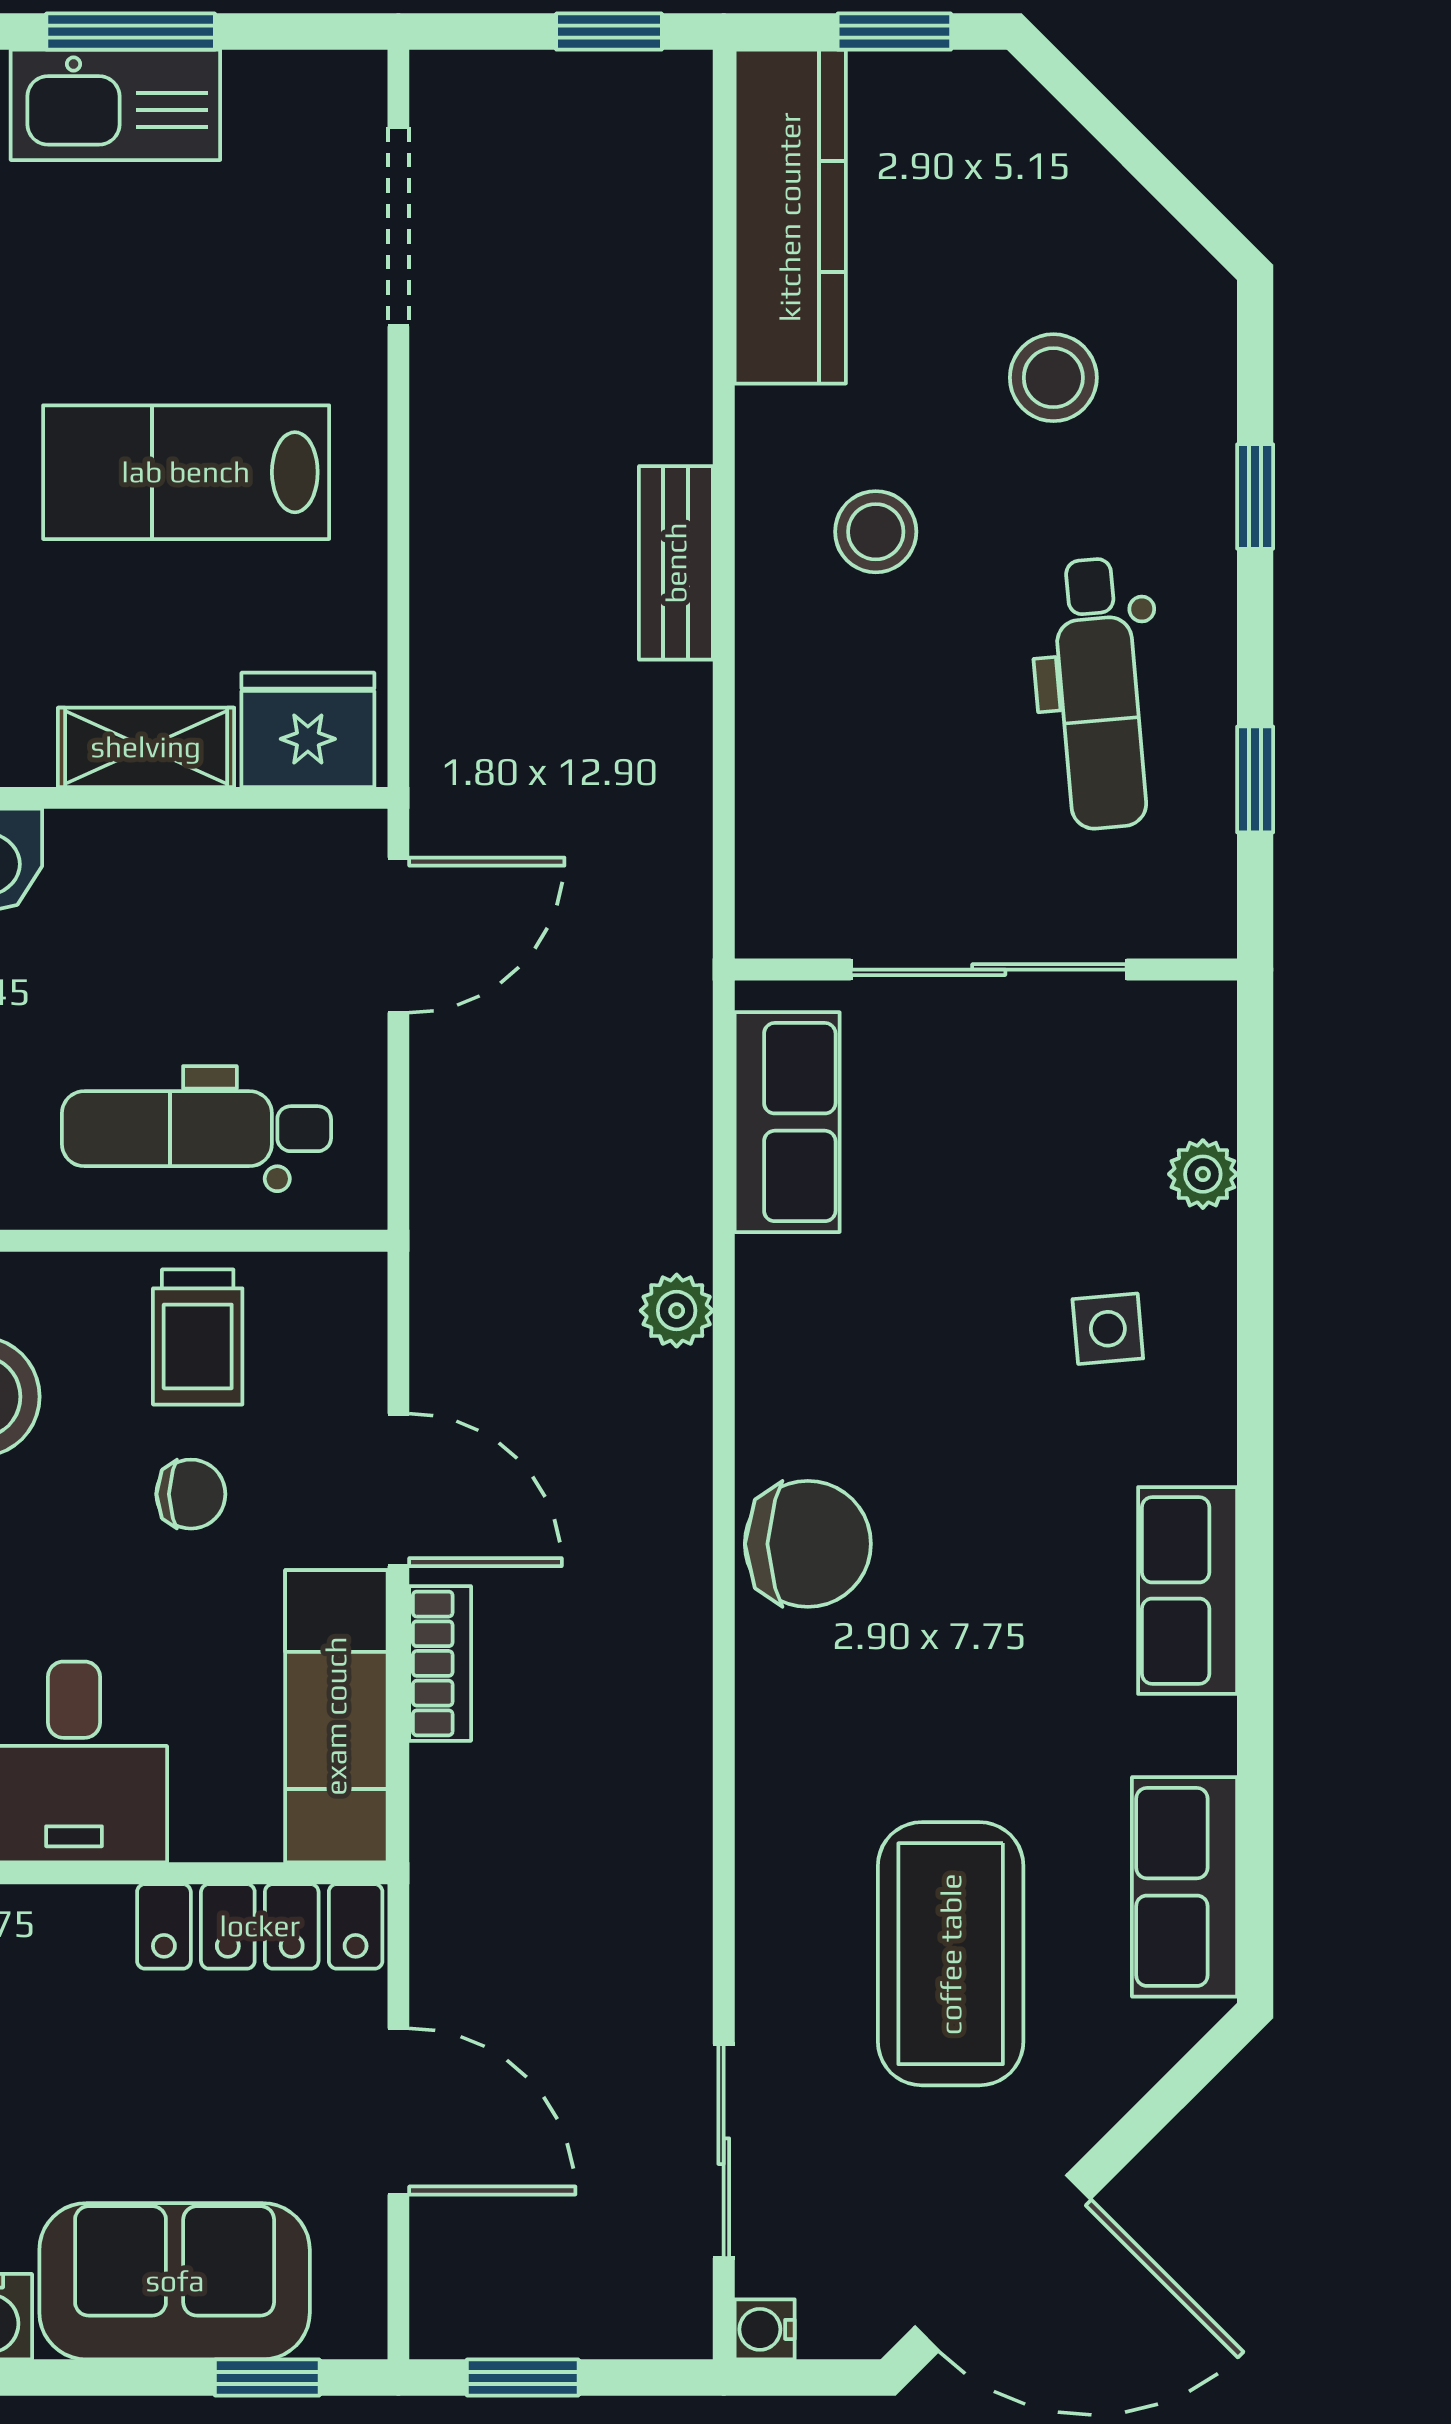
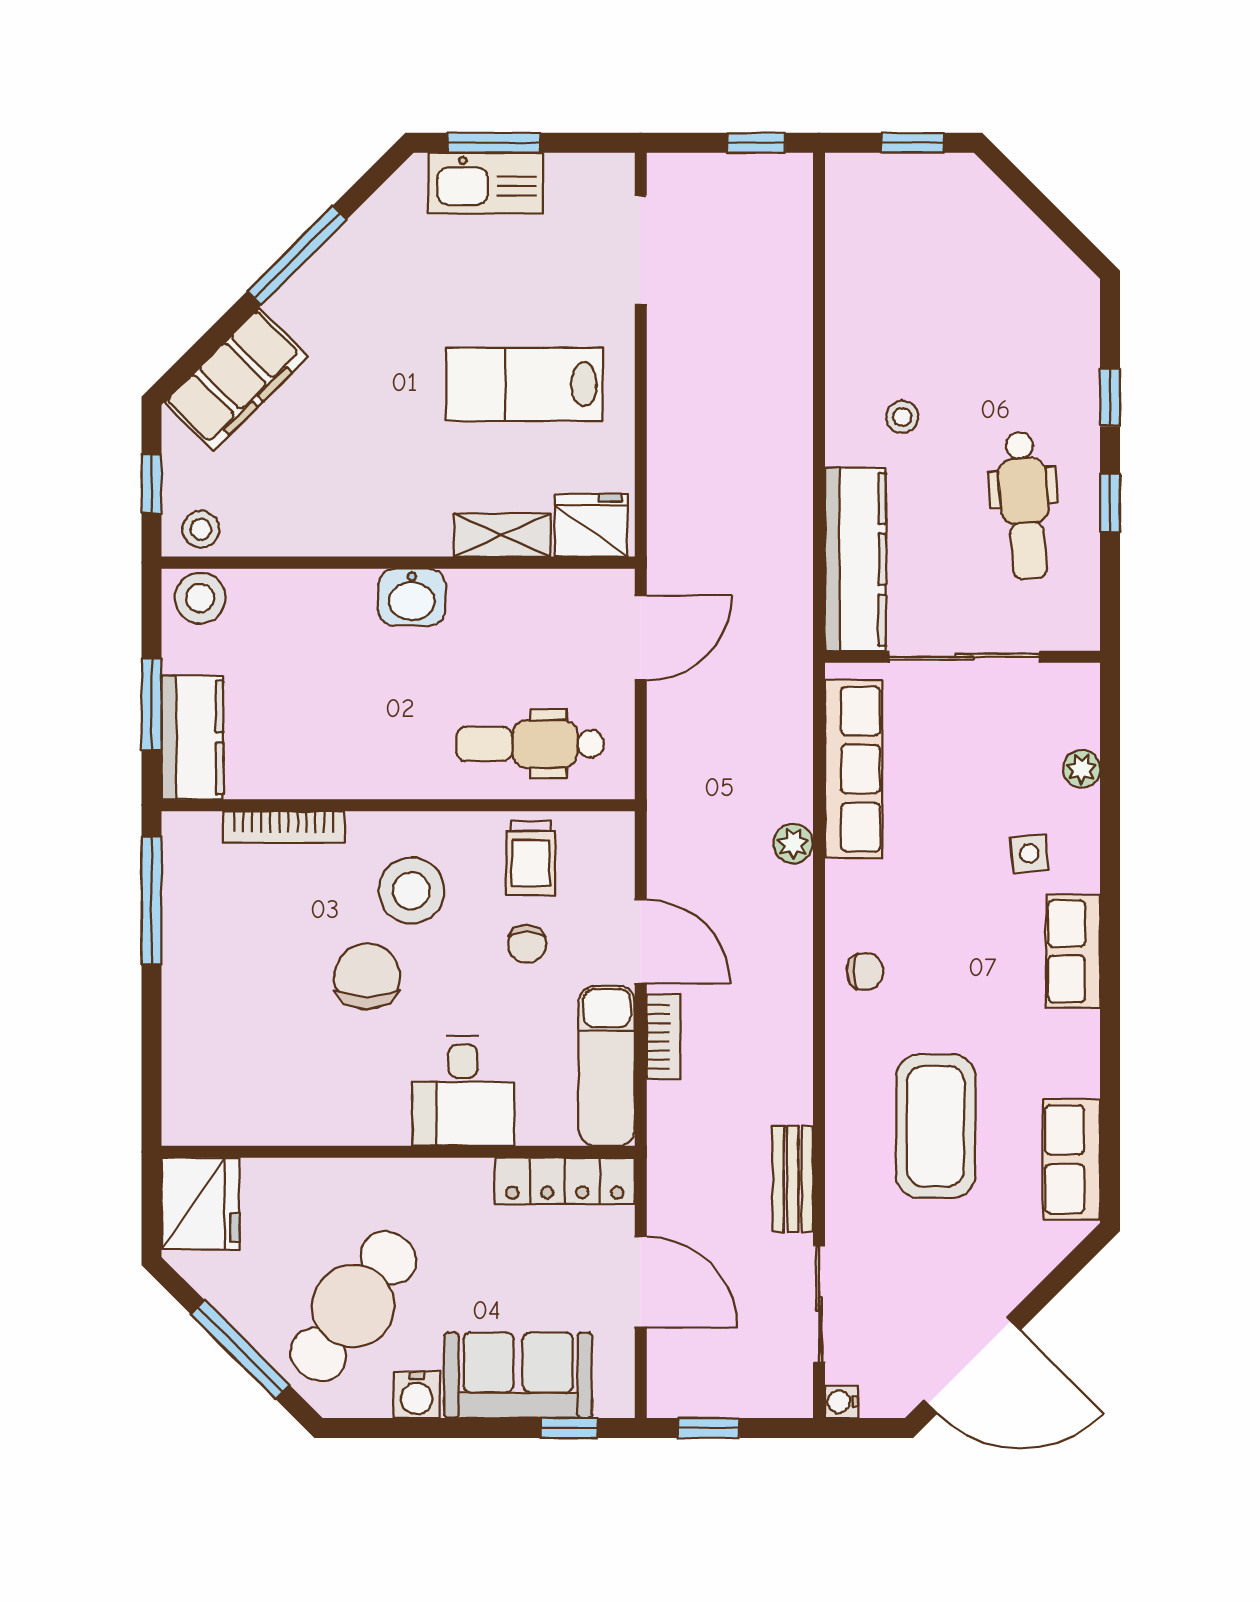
kitchen counter: (790, 217) -> (855, 559), moved
stool: (1053, 378) -> (1000, 332), removed
stool: (876, 532) -> (902, 417), width x0.73, depth x0.73
bench: (676, 563) -> (793, 1179), moved
window: (1255, 779) -> (1110, 503), moved
row of seats: (787, 1122) -> (854, 769), width x1.48
chair: (191, 1494) -> (527, 944), turned 90
chair: (808, 1544) -> (865, 971), width x0.54, depth x0.54
row of seats: (1188, 1591) -> (1073, 951), moved
coffee table: (951, 1954) -> (936, 1126), moved

